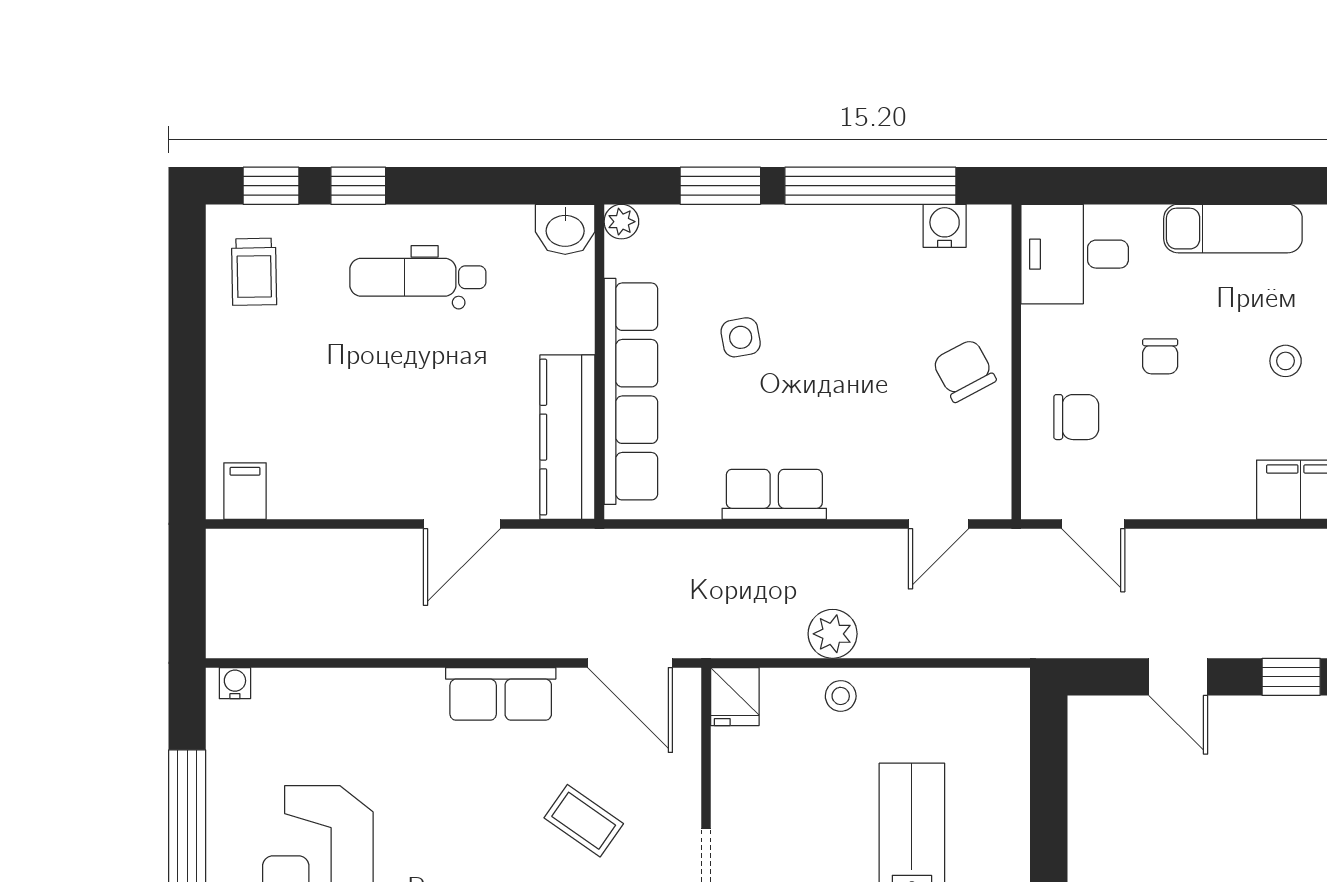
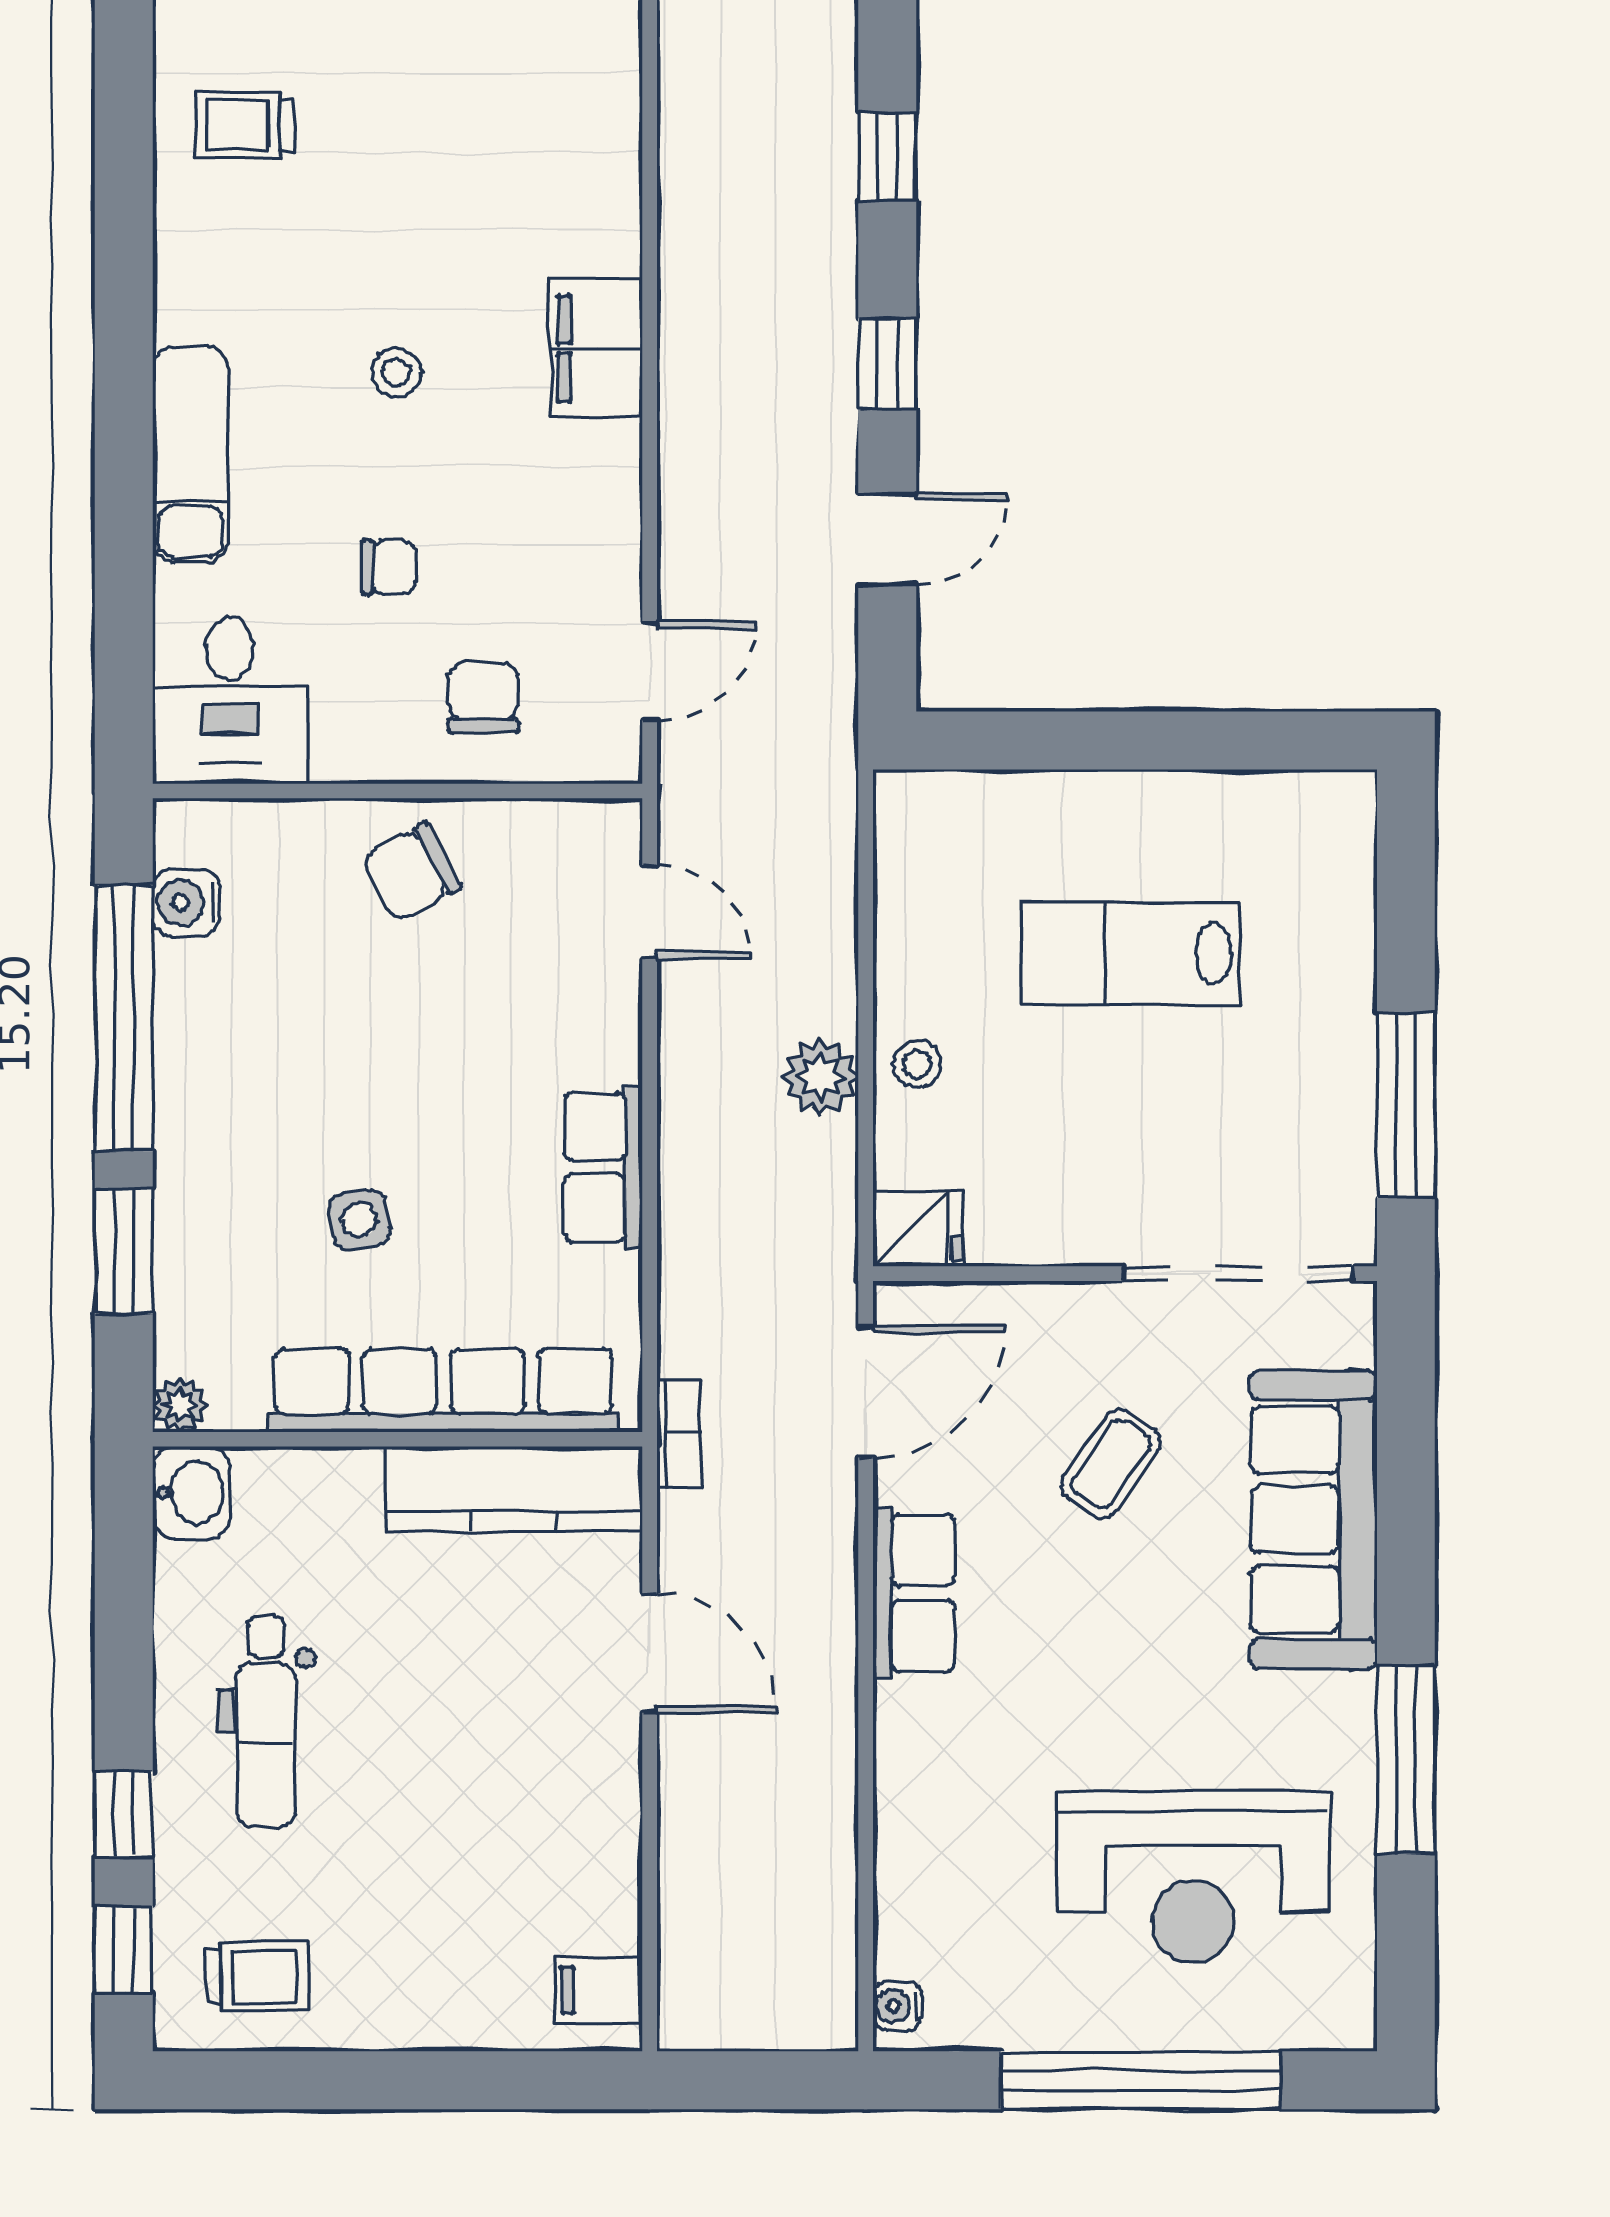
bookcase: (603, 542) -> (678, 1433), added

